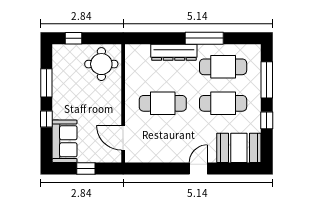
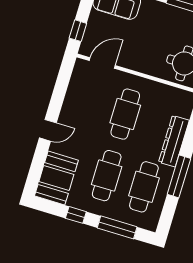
window: (86, 168) -> (78, 31), moved
door: (198, 168) -> (48, 130), hinge flipped

